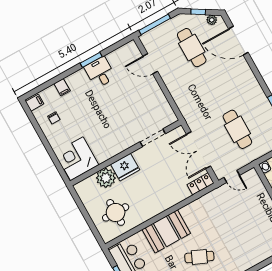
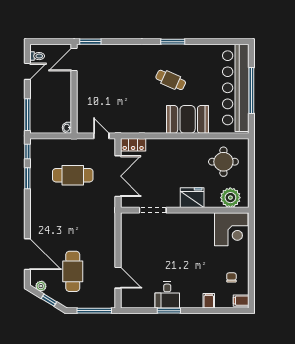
cafe table: (237, 129) -> (73, 175), turned 90
plant: (106, 178) -> (230, 198), moved

